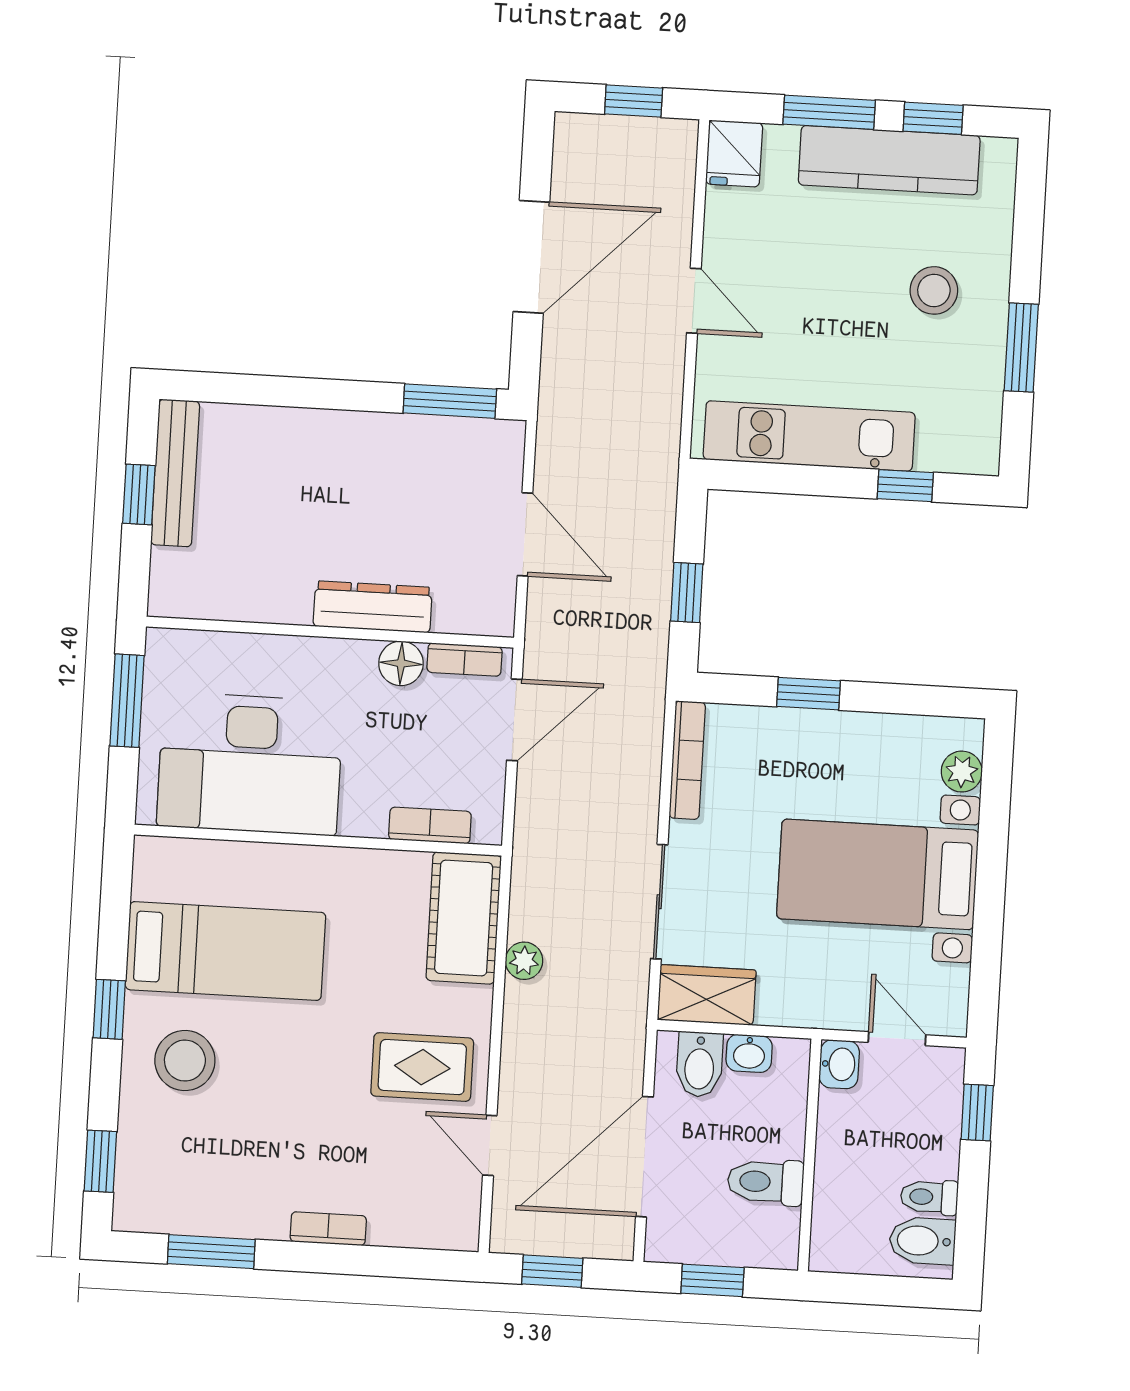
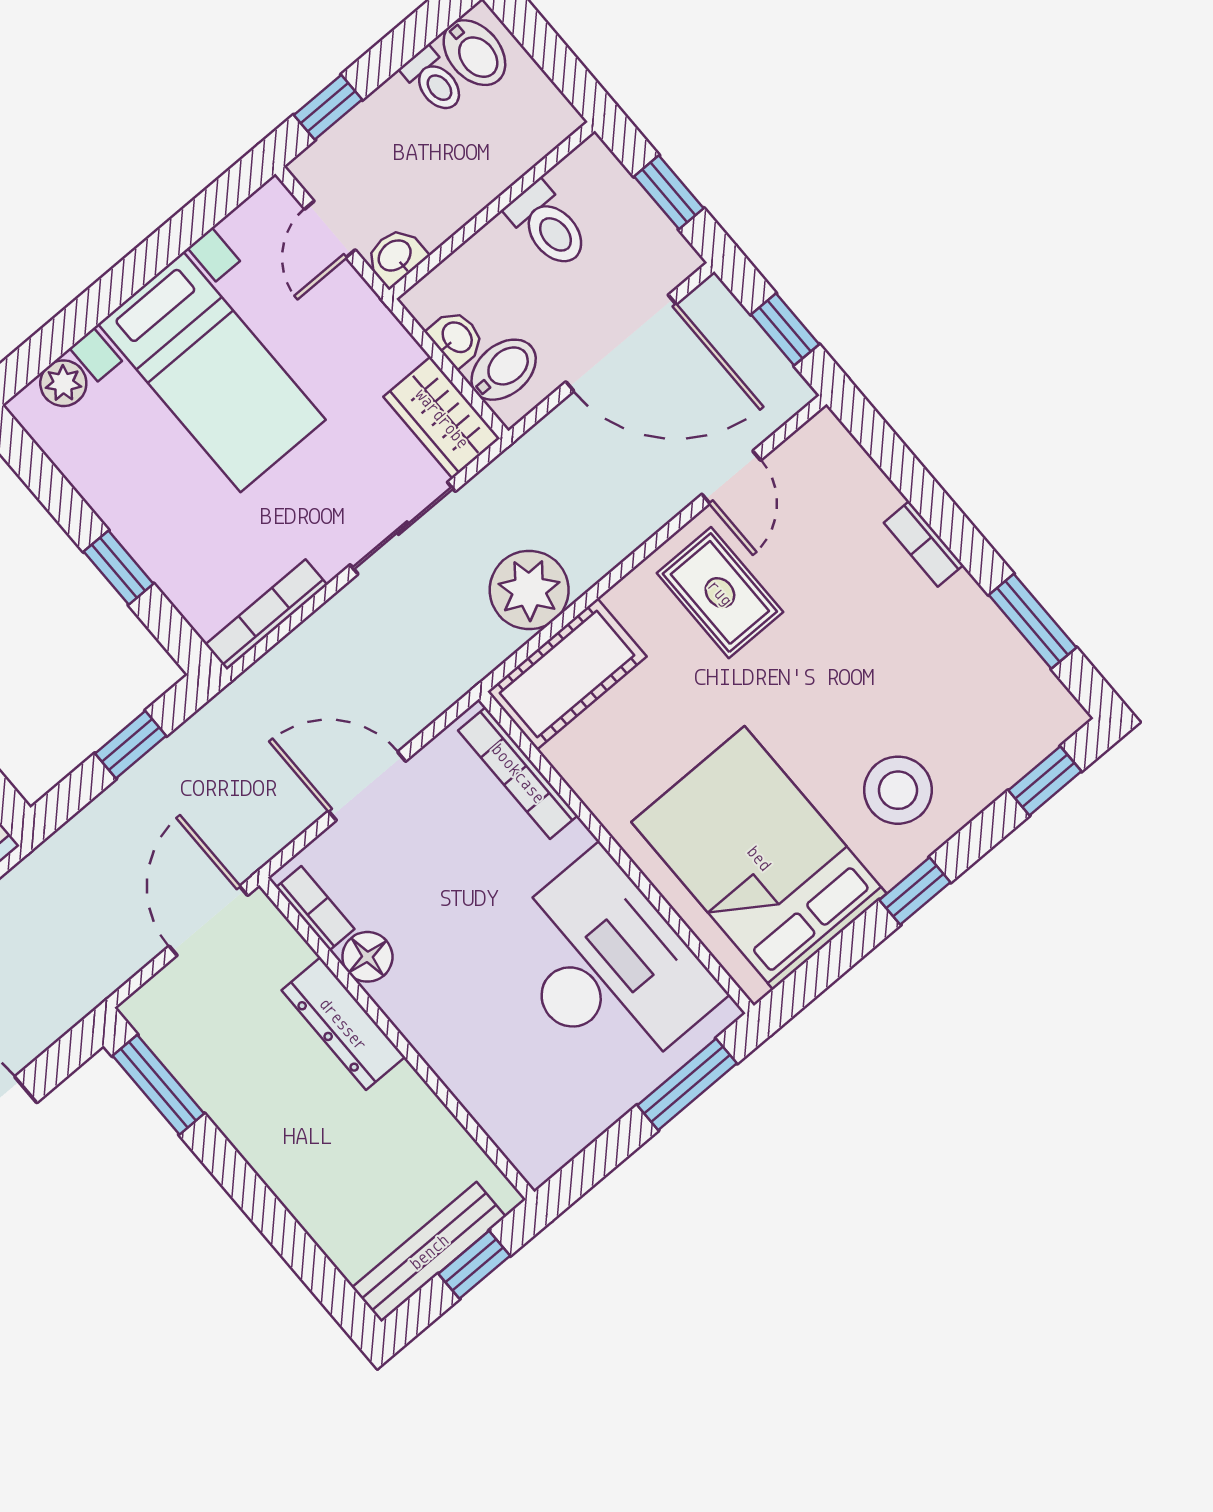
dresser: (373, 607) -> (343, 1024), moved
wall: (330, 632) -> (397, 1039), moved
bookcase: (465, 660) -> (315, 908), moved
floor lamp: (401, 663) -> (367, 957), moved
window: (127, 701) -> (687, 1084), moved
bookcase: (430, 825) -> (518, 773), width x1.56
bed: (225, 951) -> (759, 858), width x1.50
plant: (524, 961) -> (529, 590), width x1.87, depth x1.87

